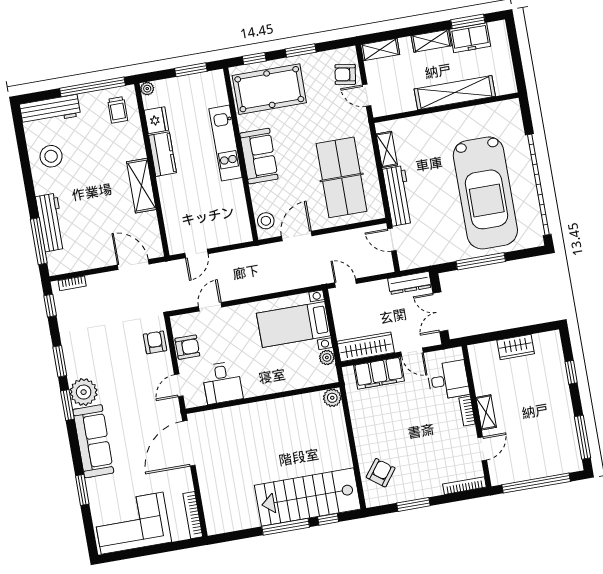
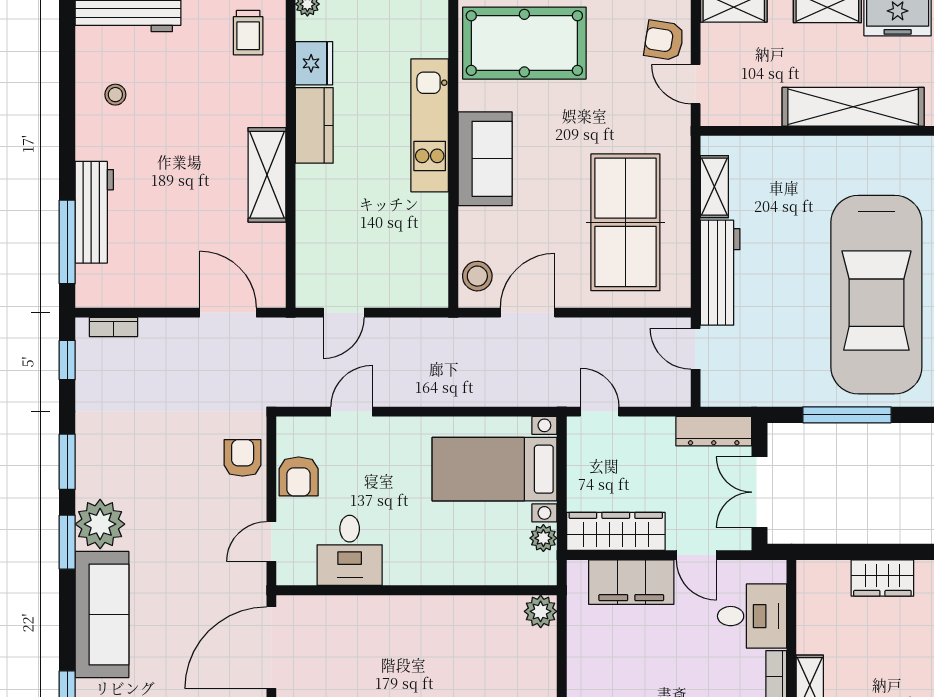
stool: (51, 156) -> (115, 95), width x0.53, depth x0.53
armchair: (187, 347) -> (299, 476), turned 90

